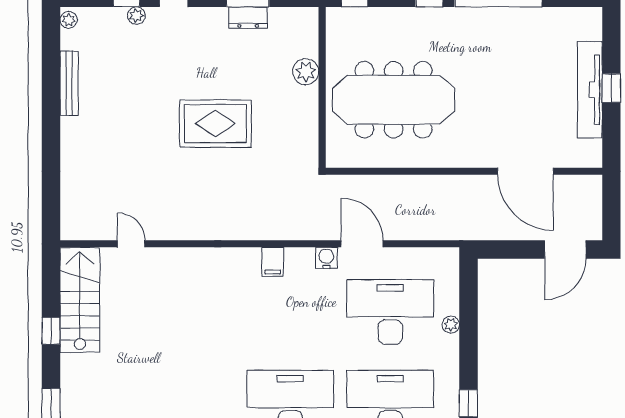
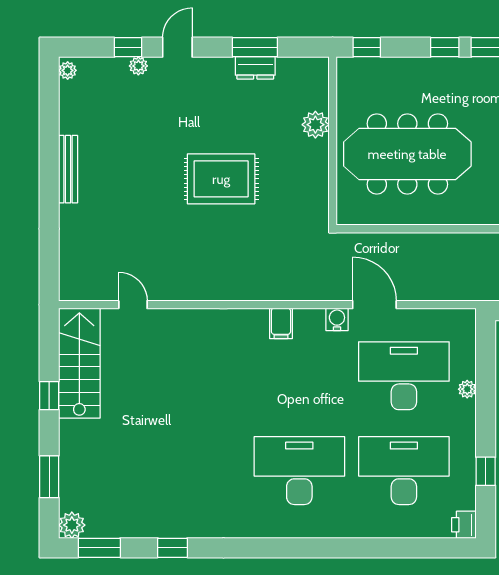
bench: (69, 83) -> (68, 169), moved

